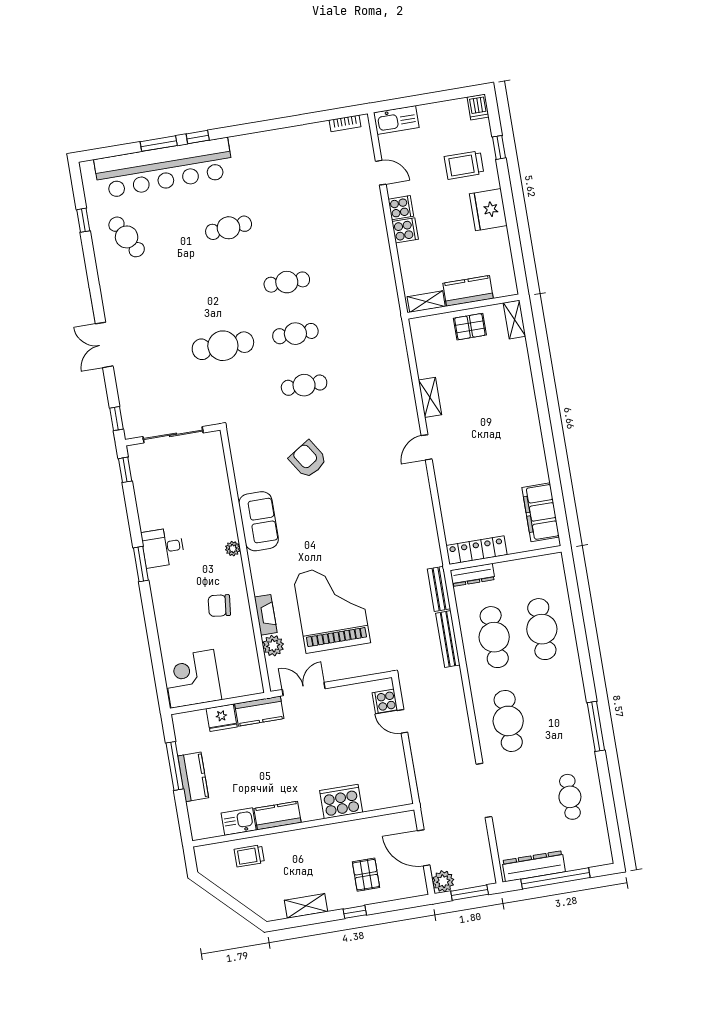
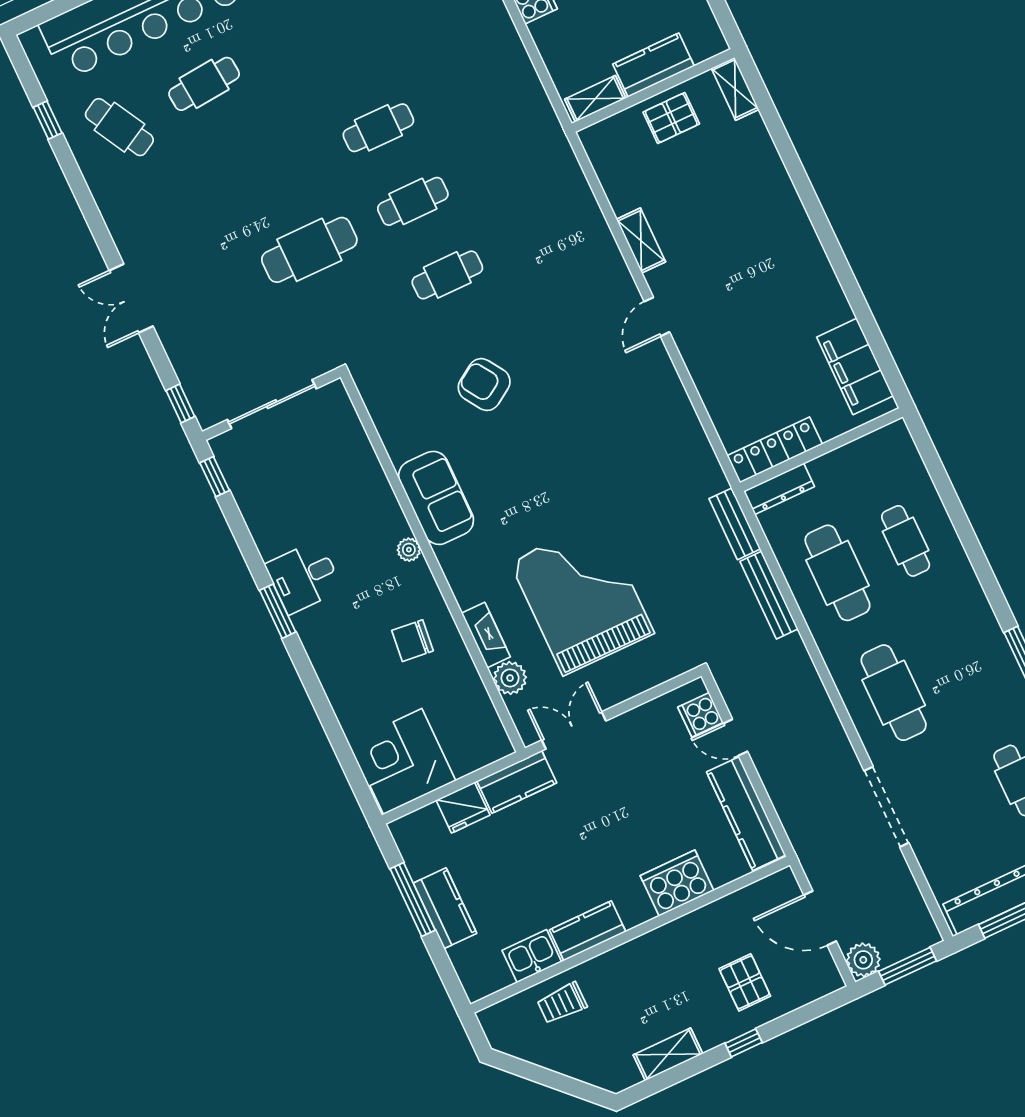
cafe table: (229, 228) -> (204, 84), moved
cafe table: (542, 629) -> (906, 541), width x0.73, depth x0.74
kitchen counter: (396, 770) -> (746, 814), added

